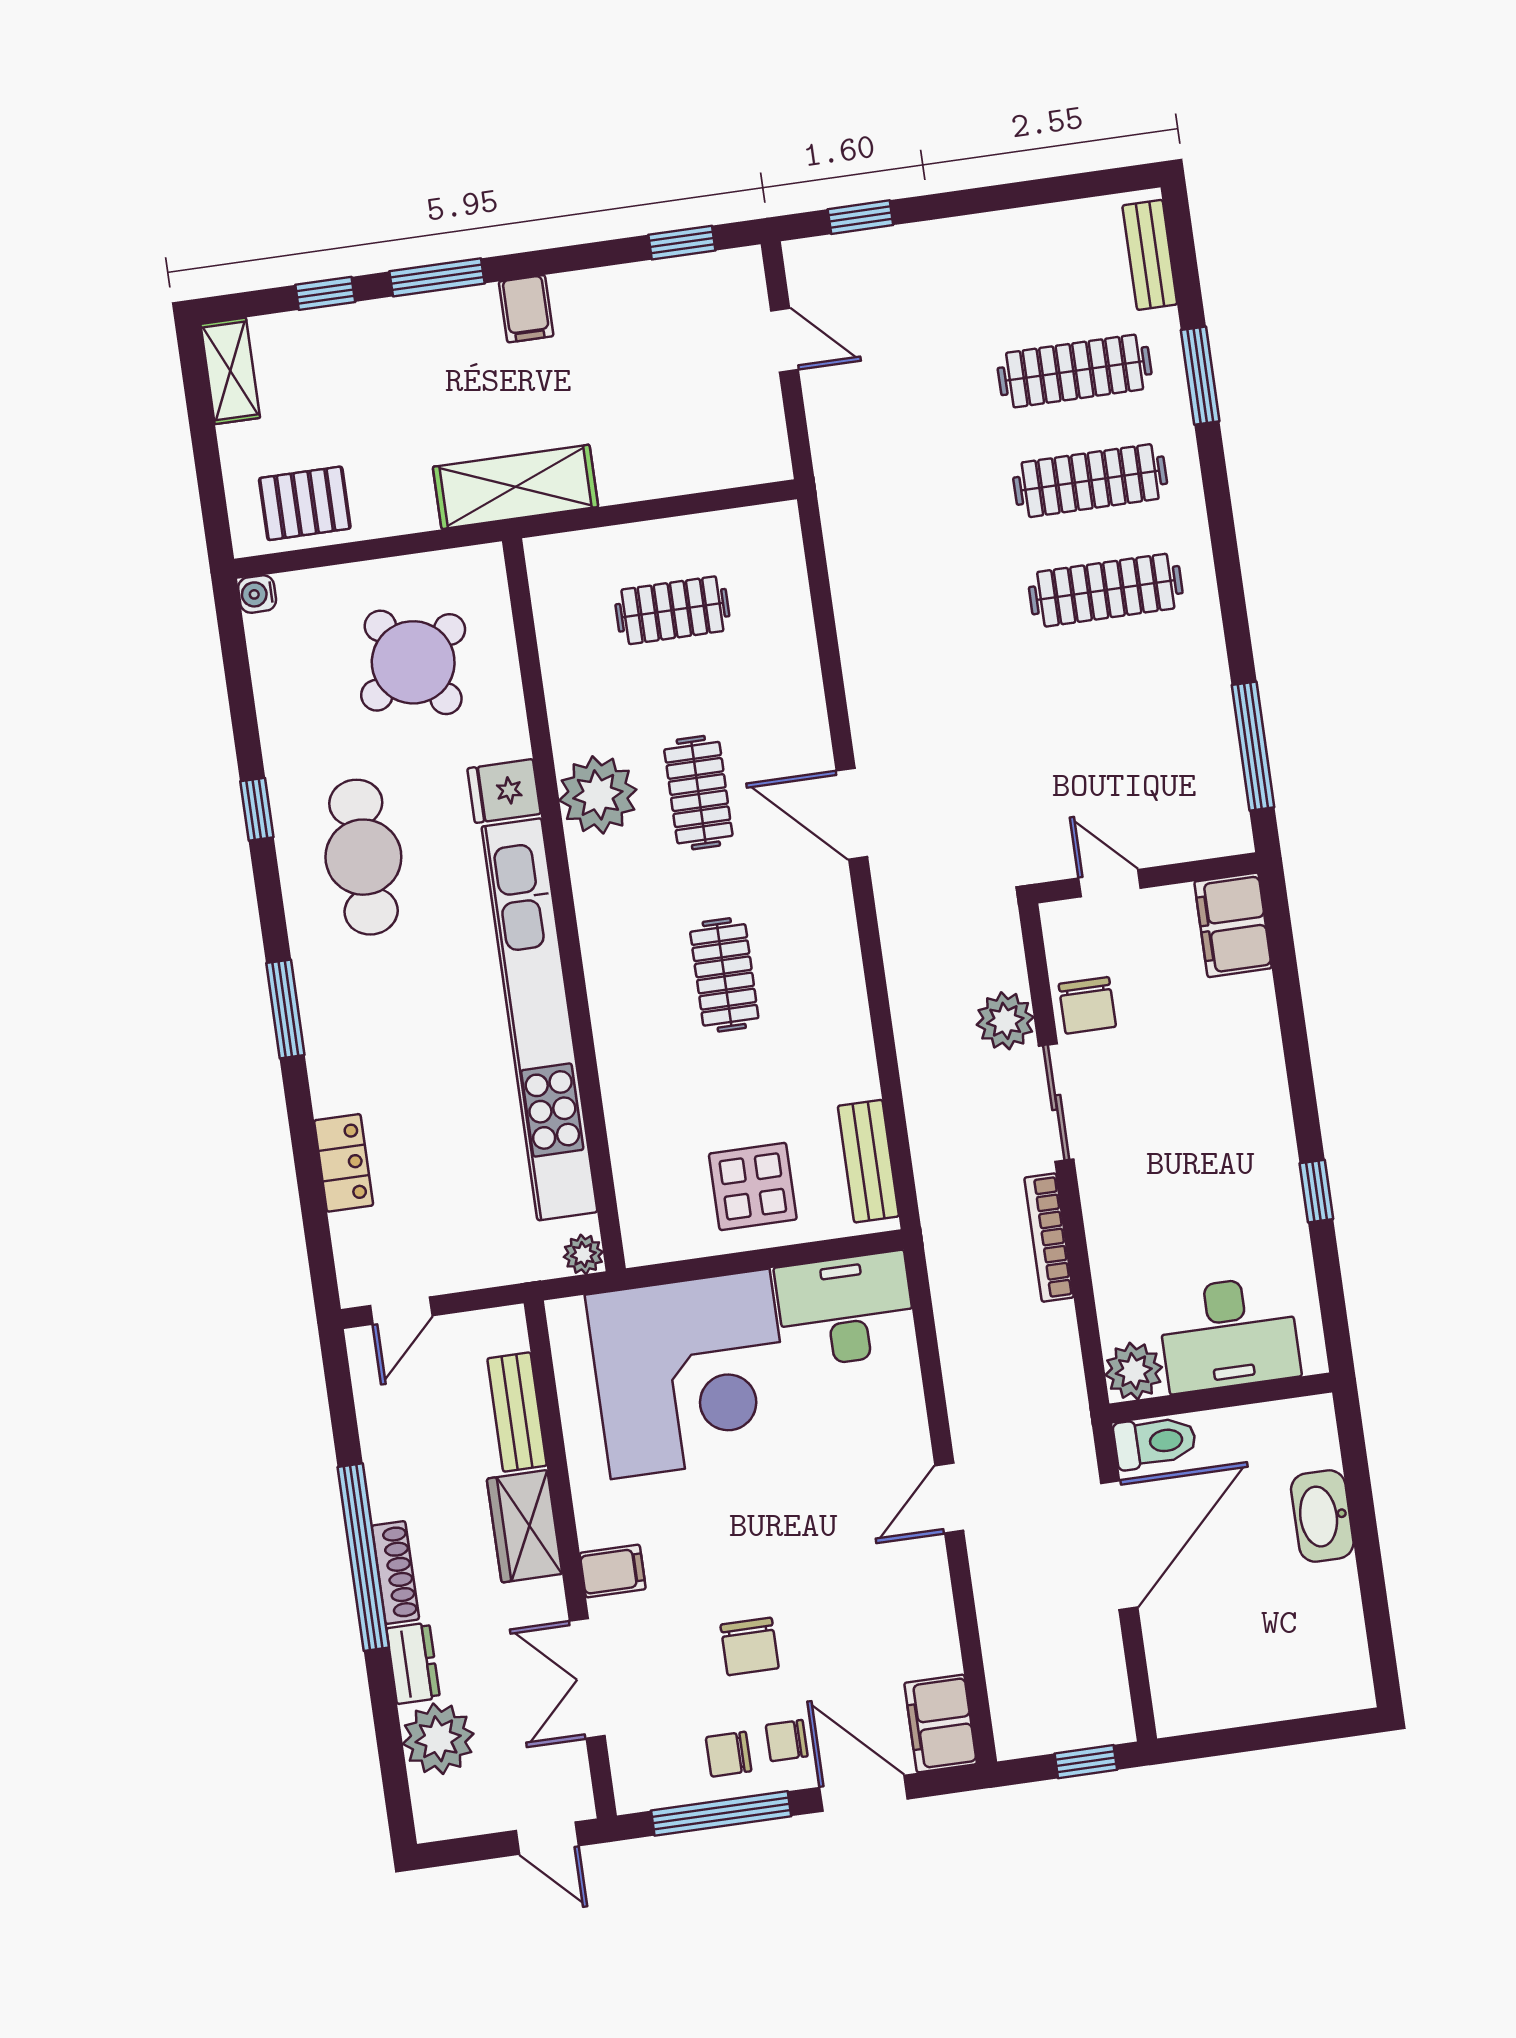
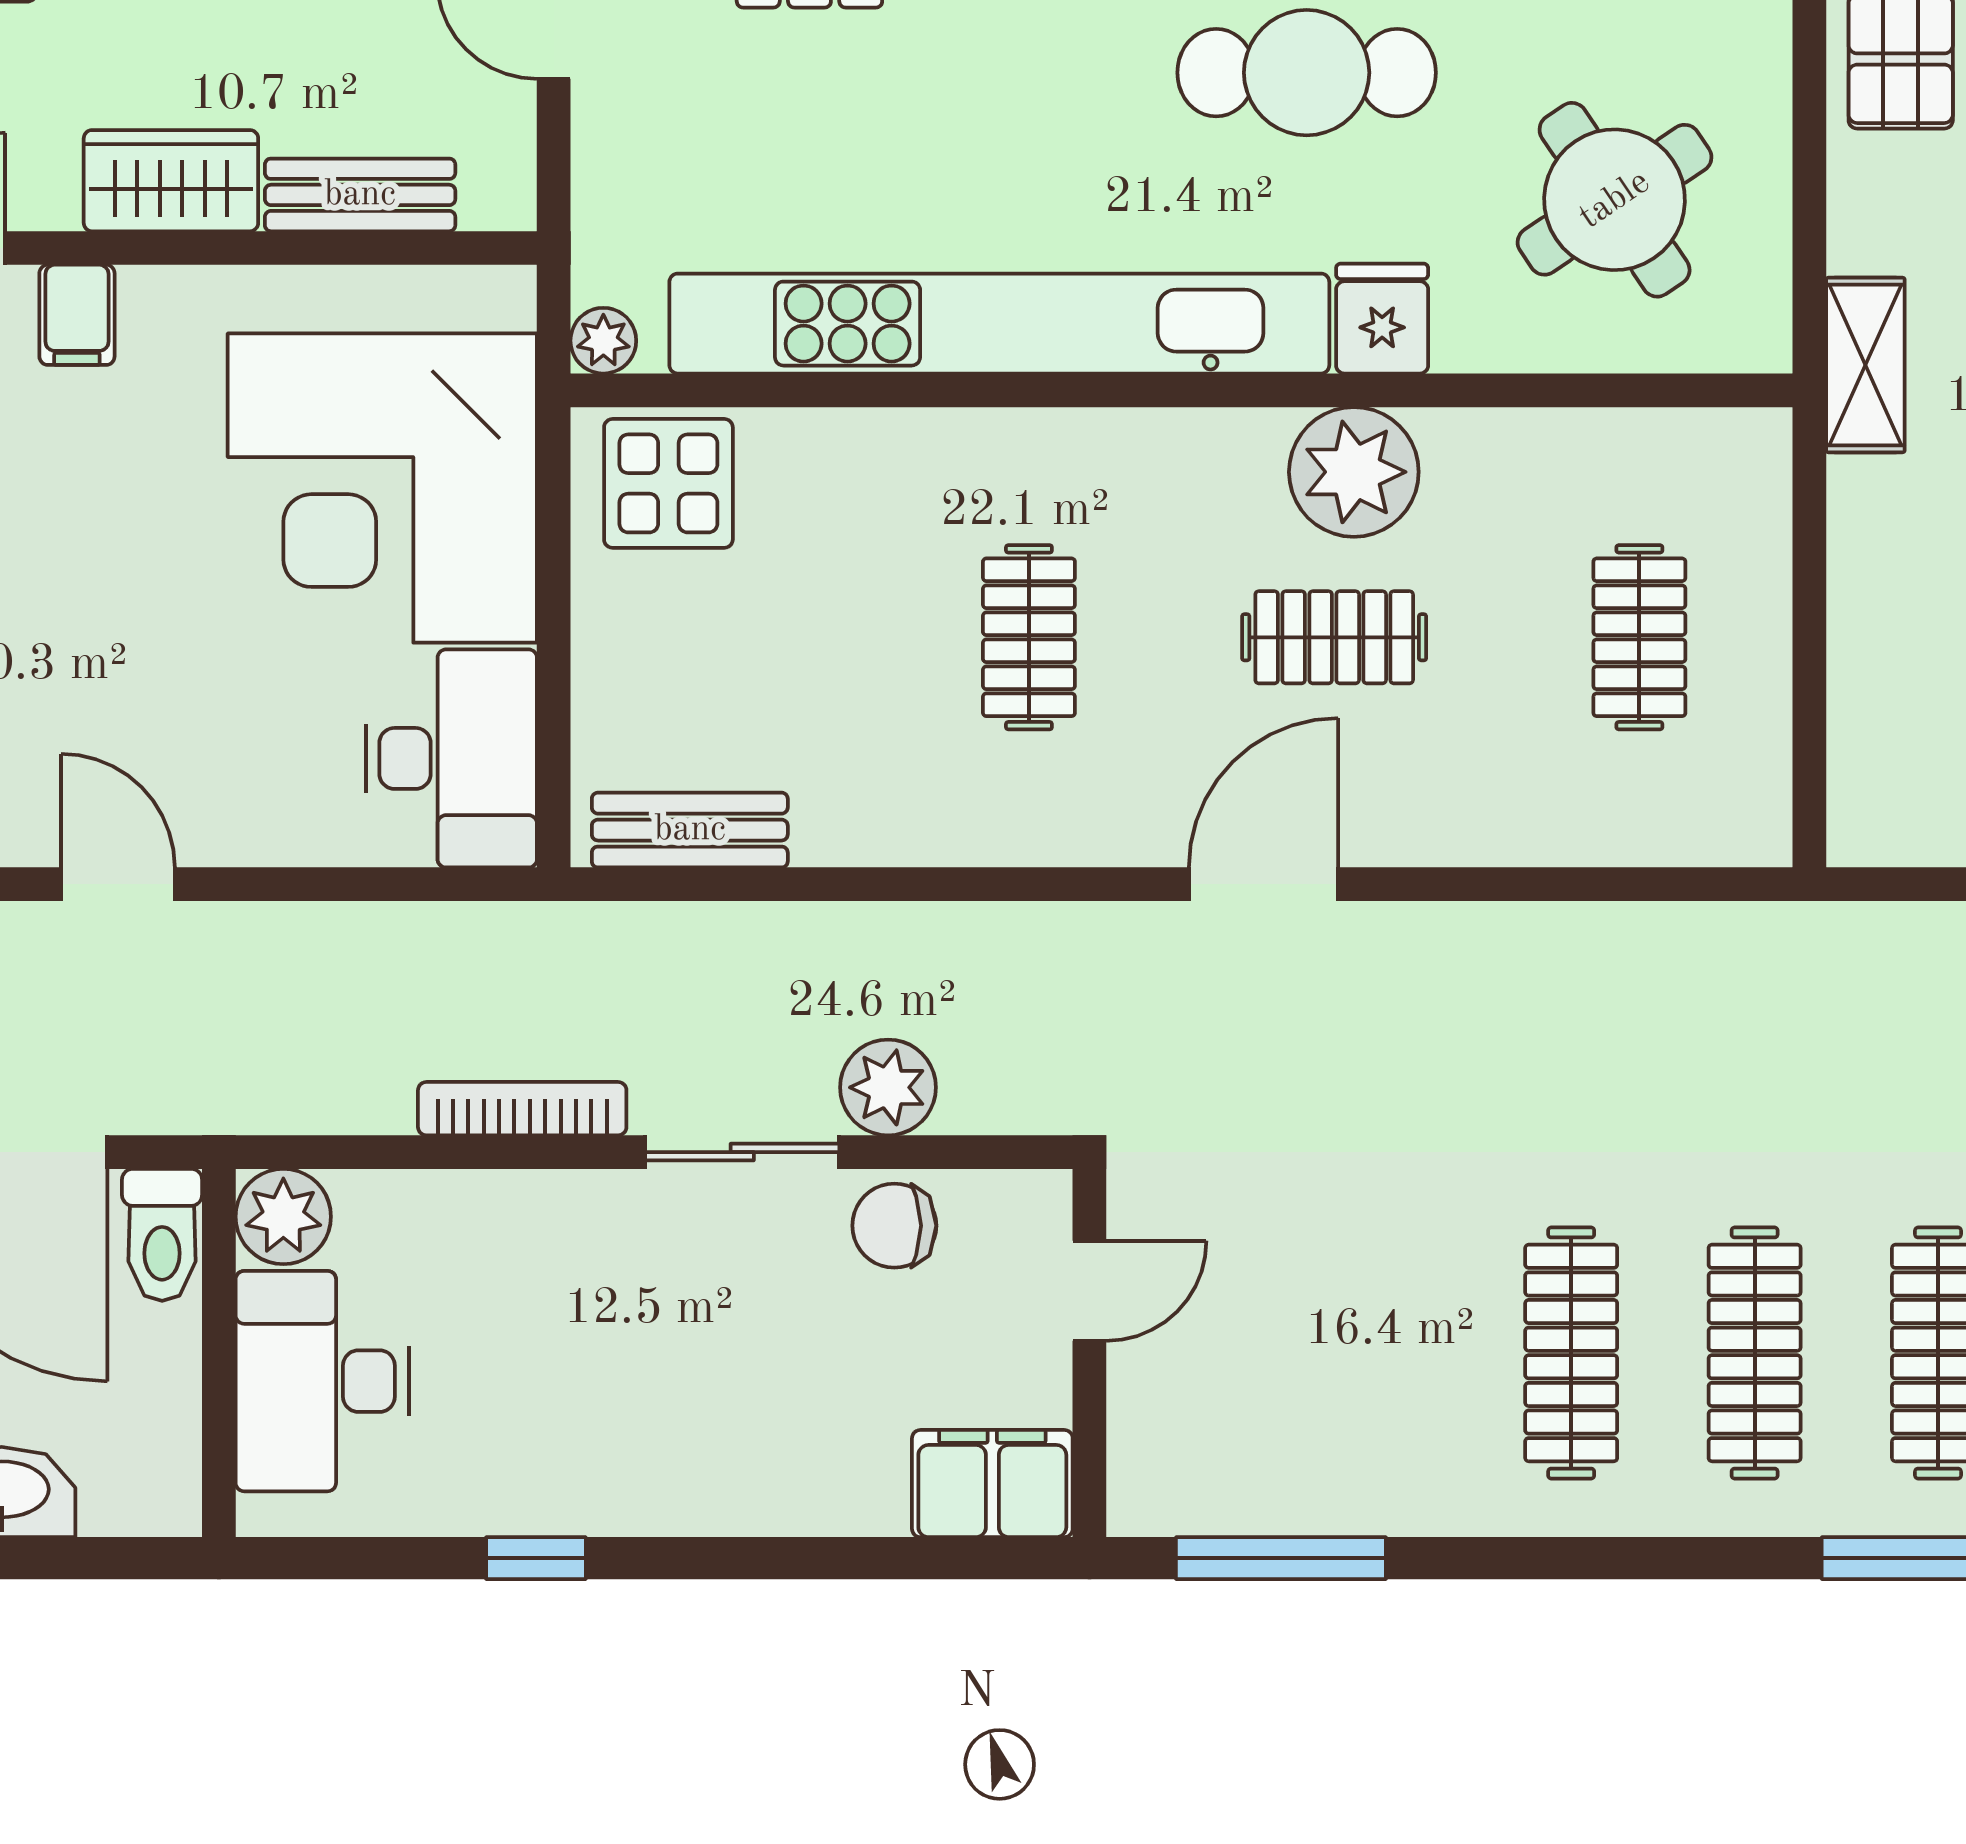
shelving: (516, 487) -> (1865, 365), width x0.67, depth x0.75
clothes rail: (724, 975) -> (1029, 637), turned 90
display table: (753, 1186) -> (668, 483), moved

